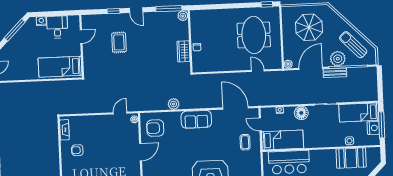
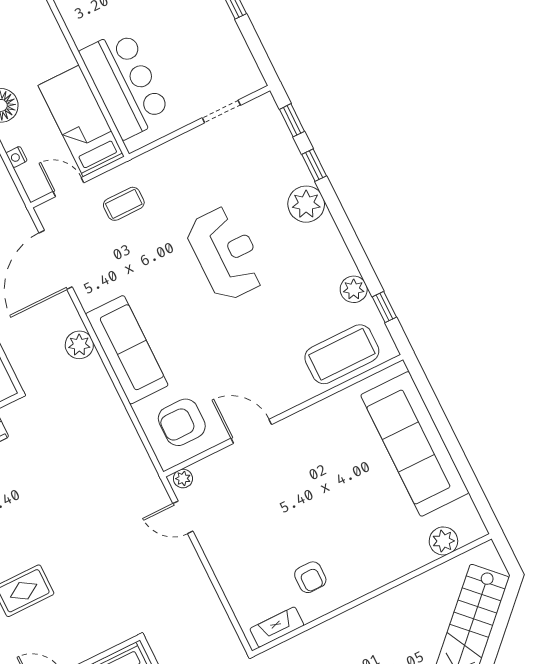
plant: (174, 104) -> (79, 345), moved
sofa: (196, 119) -> (127, 350), width x1.36
door: (260, 124) -> (68, 187), swing flipped
armchair: (155, 128) -> (182, 422), turned 90

